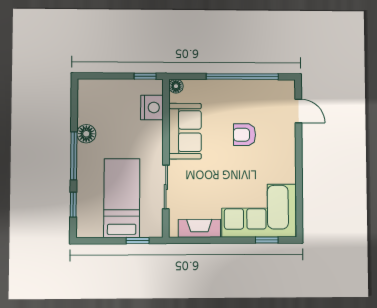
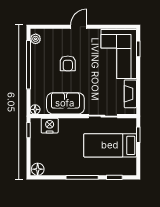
plant: (280, 87) -> (36, 39), added
door: (298, 111) -> (79, 27), moved
floor lamp: (86, 134) -> (38, 169), moved

